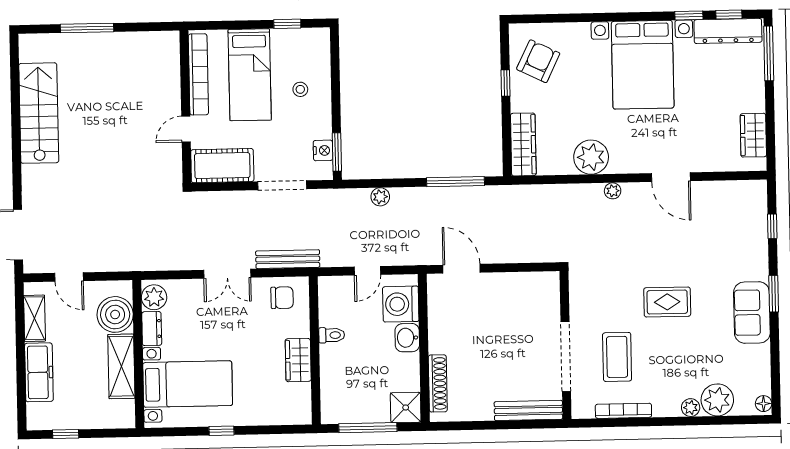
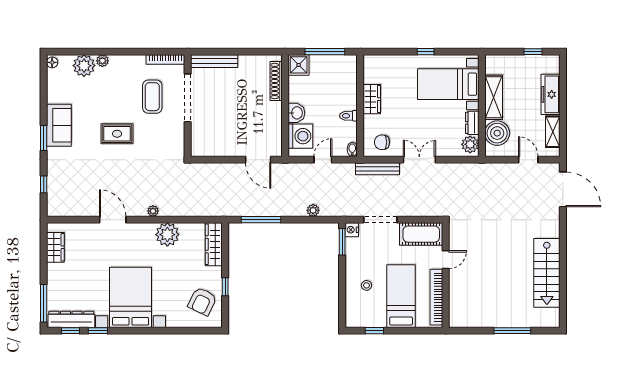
nightstand: (323, 150) -> (352, 230), moved
bidet: (325, 287) -> (352, 149), added
bookcase: (623, 411) -> (165, 59), moved

